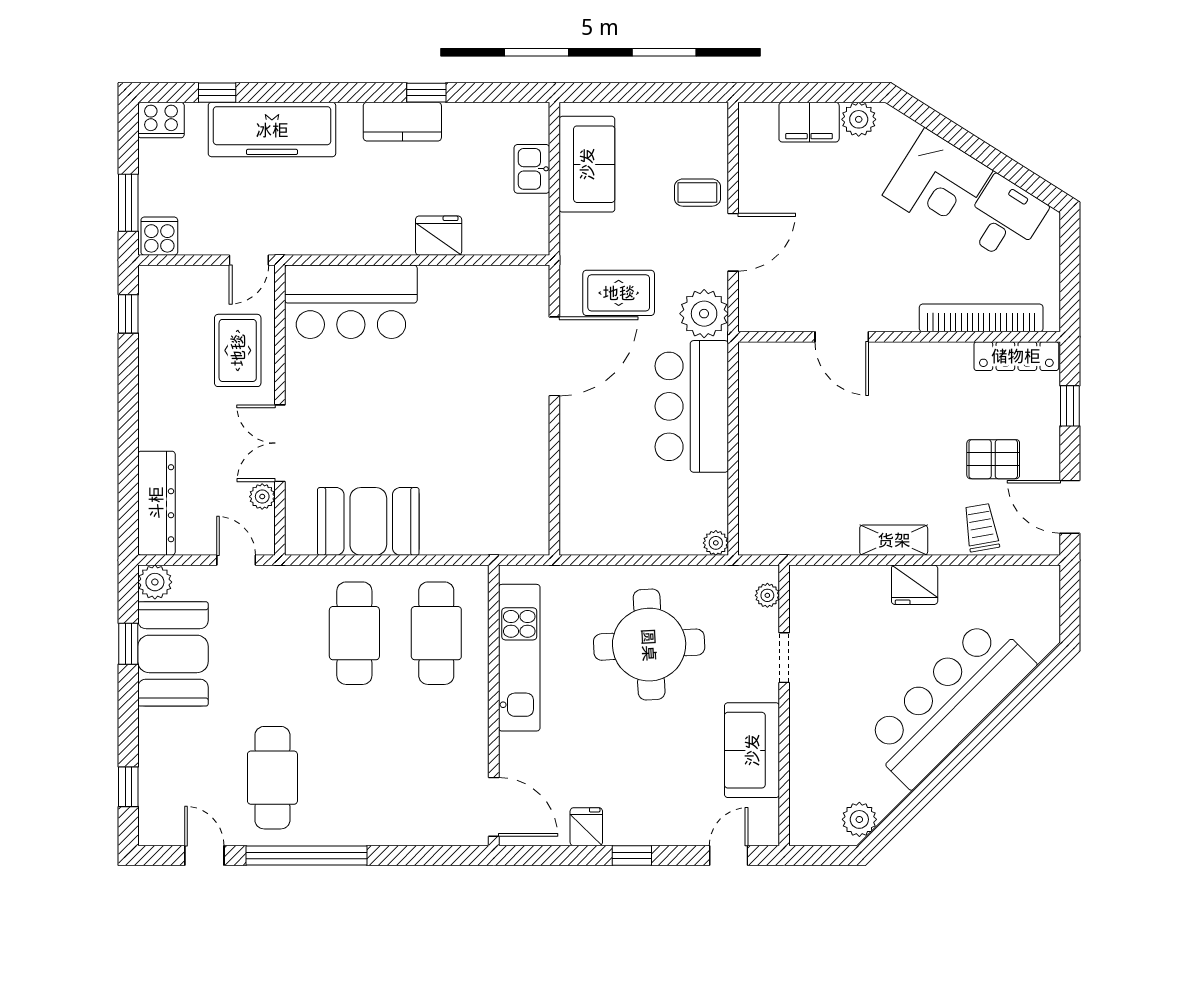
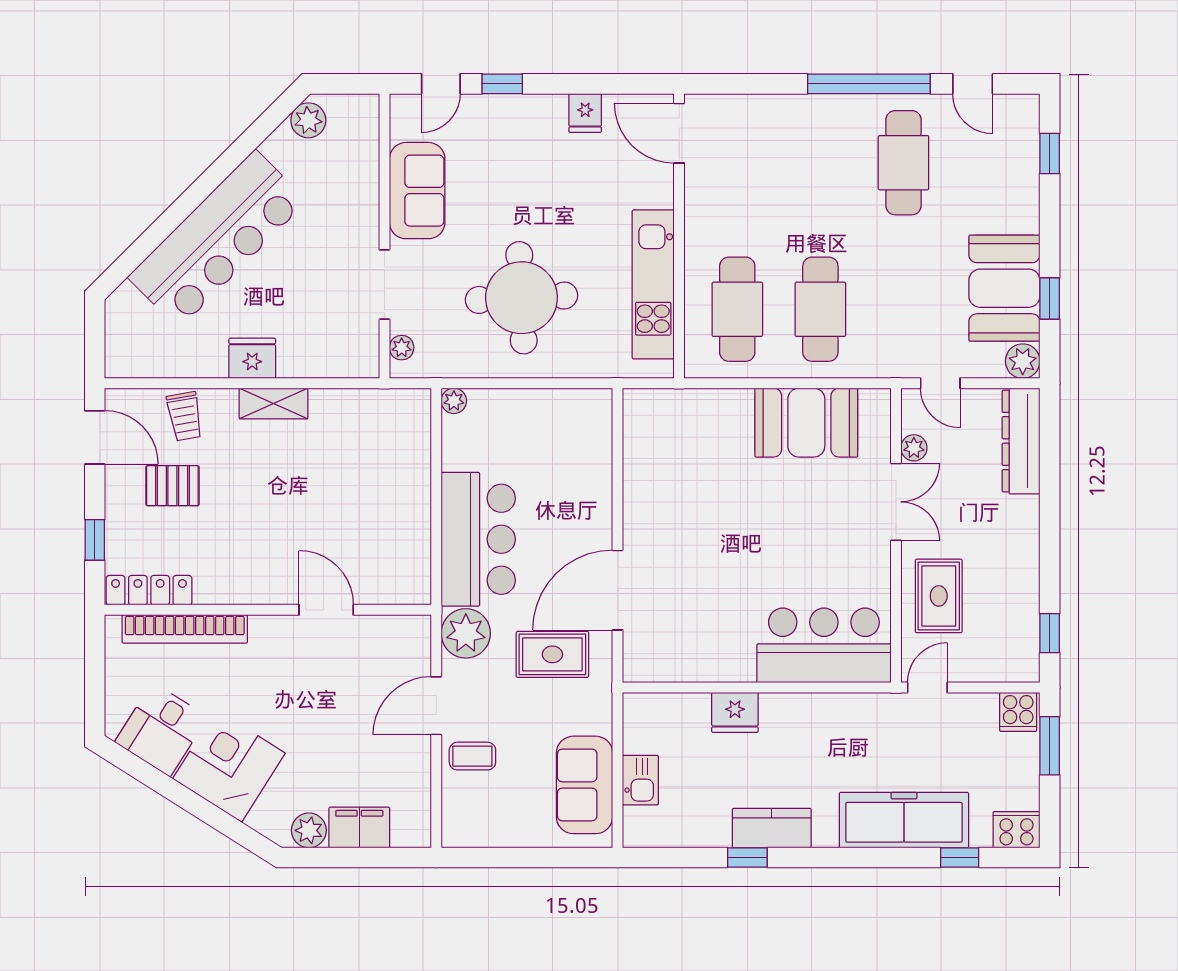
doorway: (784, 658) -> (384, 284), width x1.38
window: (632, 855) -> (502, 84), moved

